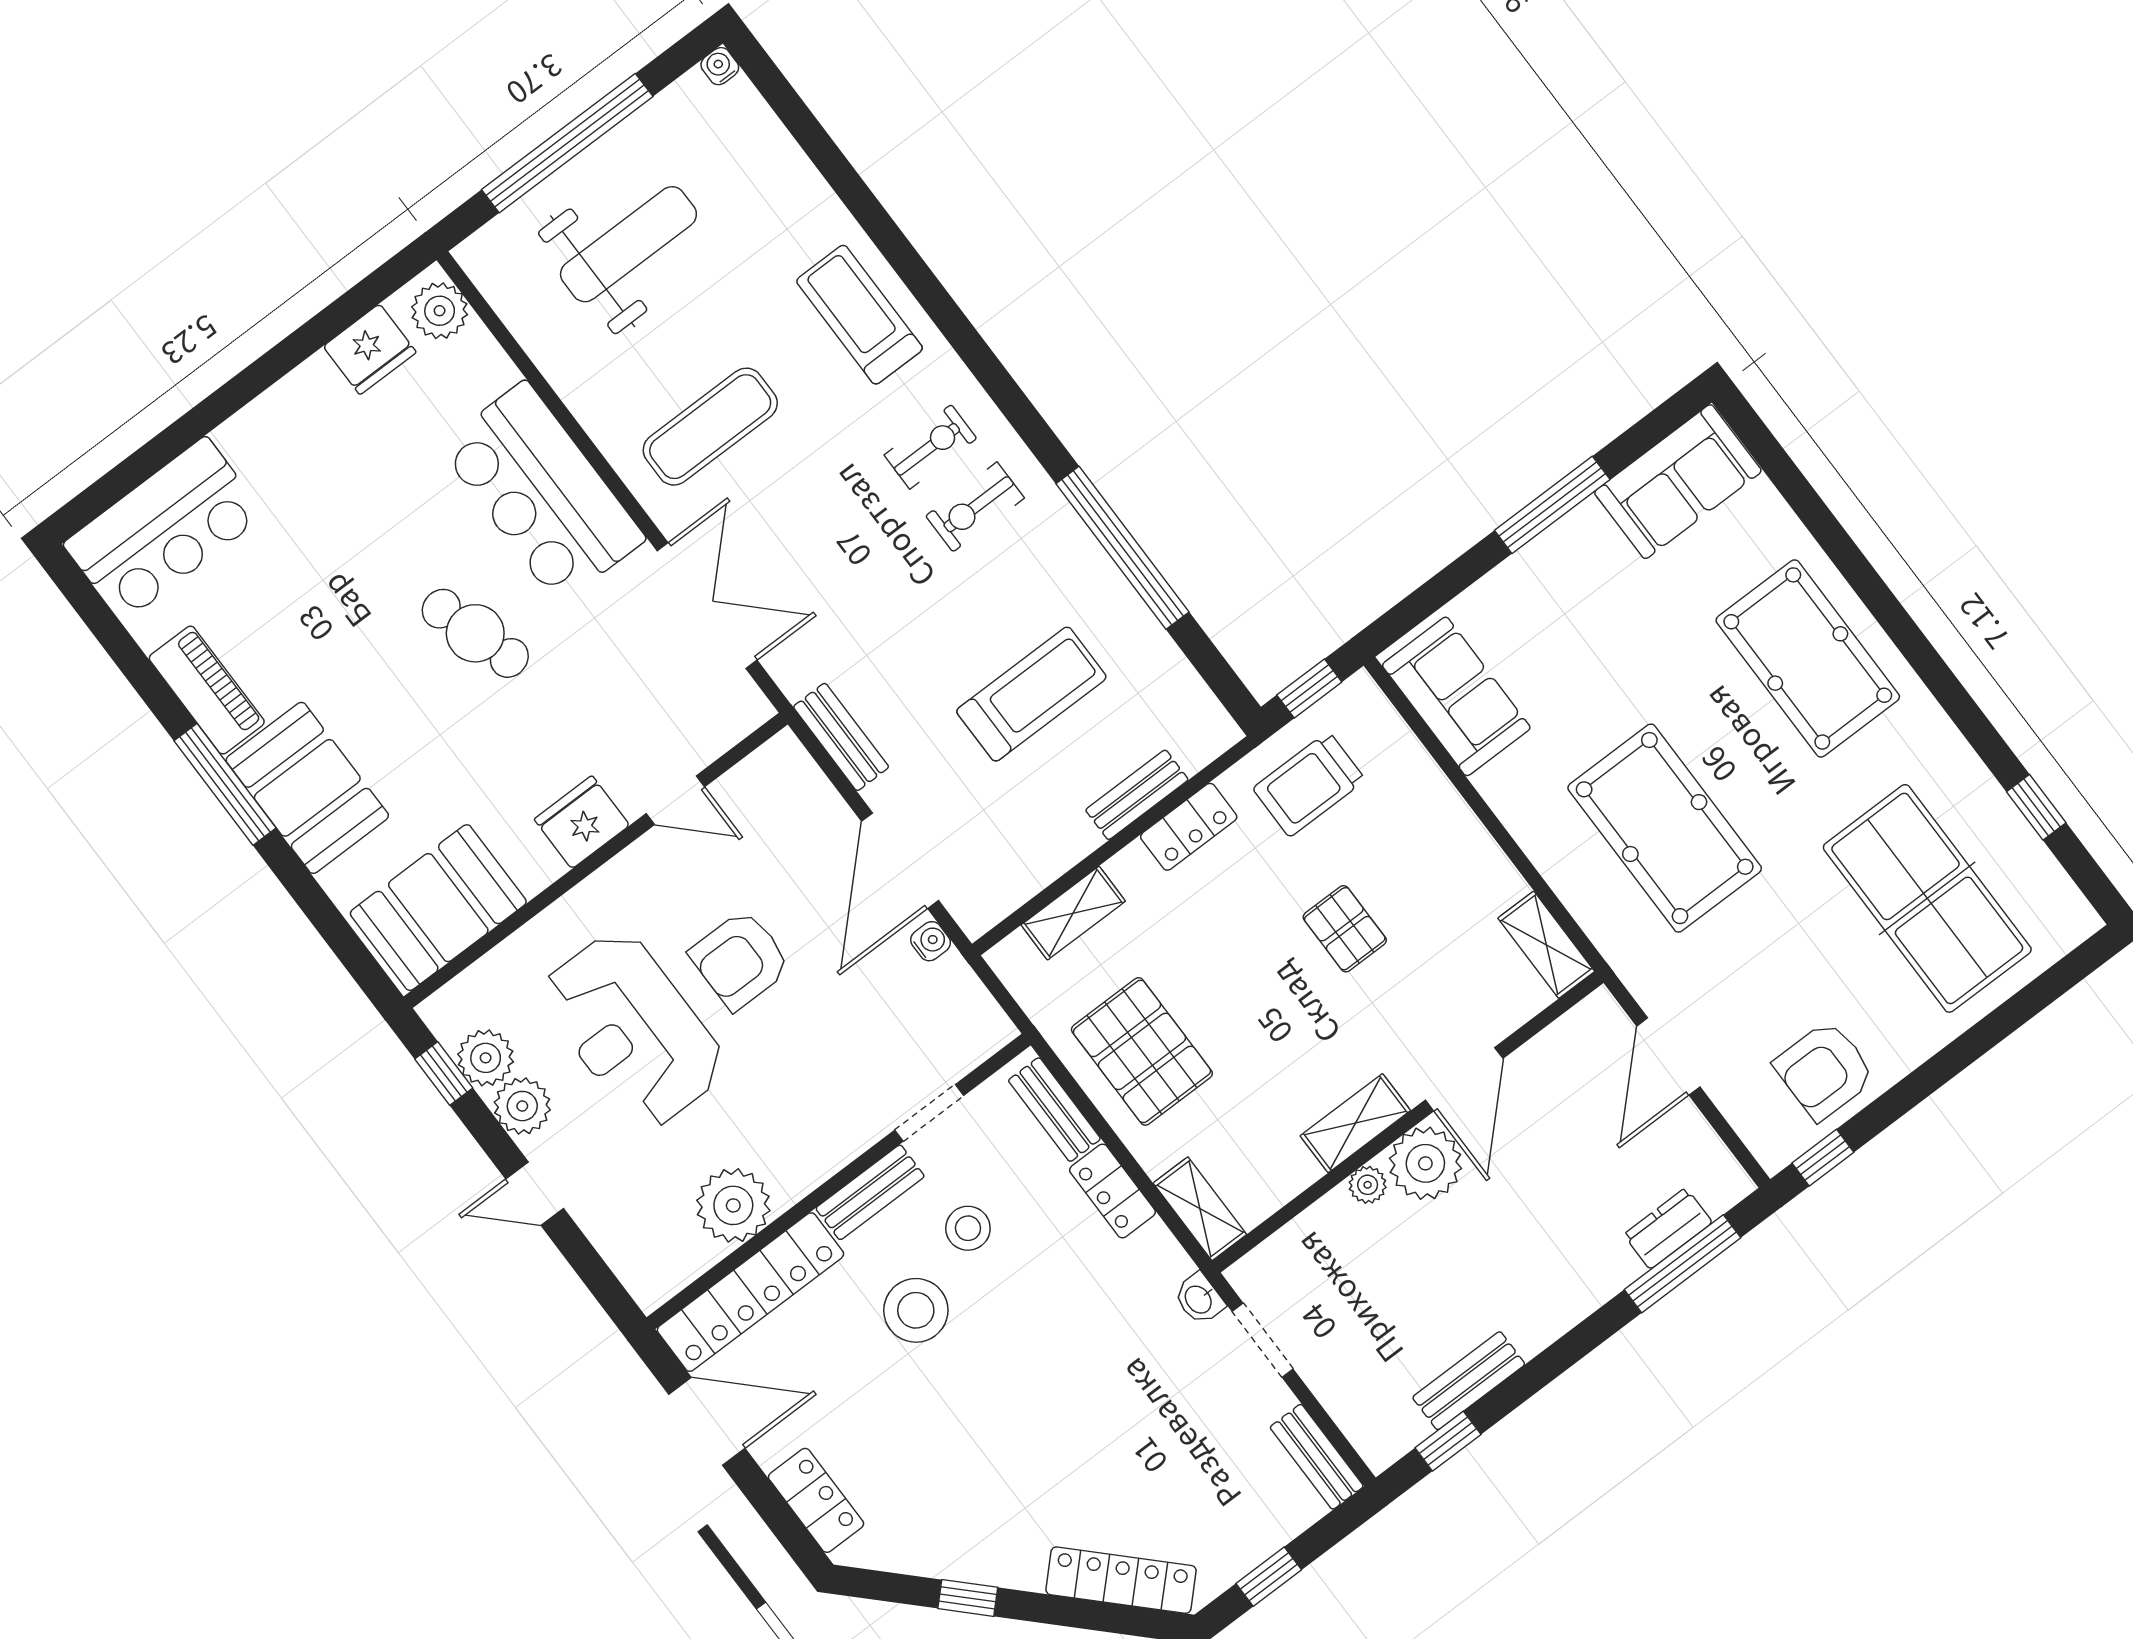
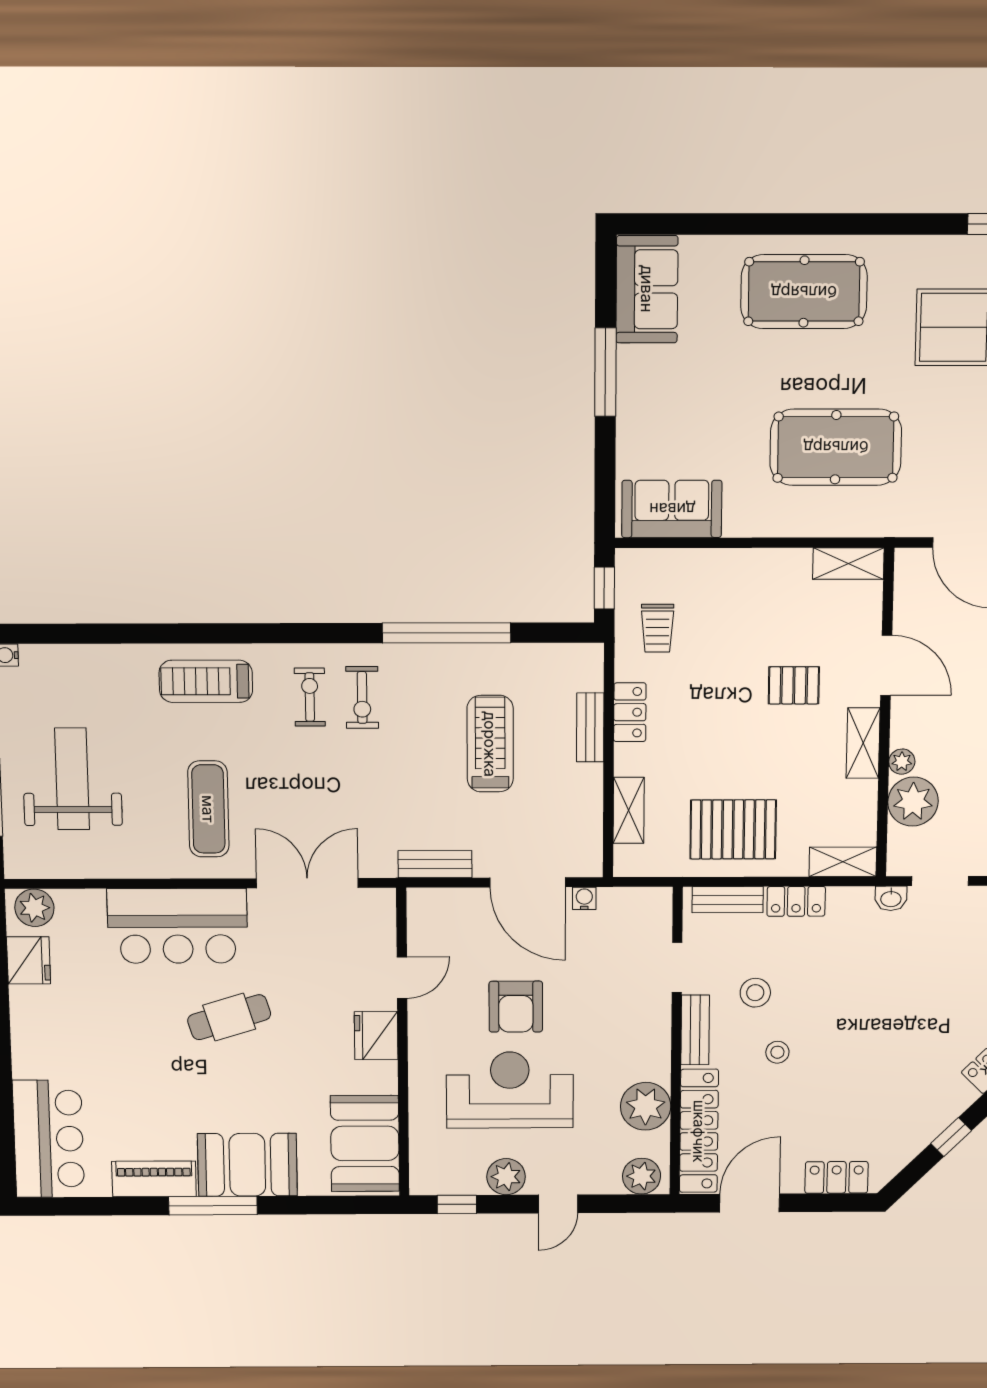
trolley: (1309, 784) -> (657, 628), width x0.73, depth x0.72
pallet: (1345, 929) -> (794, 685), moved
reception desk: (633, 1030) -> (510, 1090), turned 180
plant: (486, 1058) -> (642, 1176), moved
plant: (1425, 1163) -> (913, 802), moved
stool: (916, 1310) -> (777, 1052), width x0.53, depth x0.53

